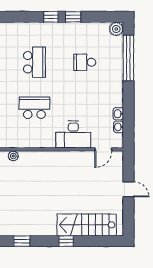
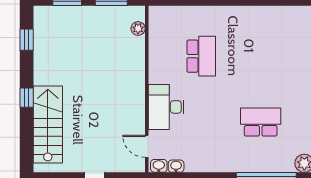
school desk: (34, 62) -> (261, 56), removed
school desk: (85, 62) -> (261, 122), width x1.85
washbasin: (118, 114) -> (159, 166), moved

